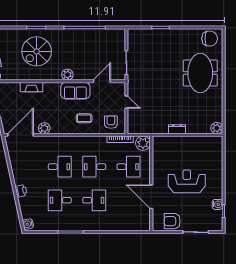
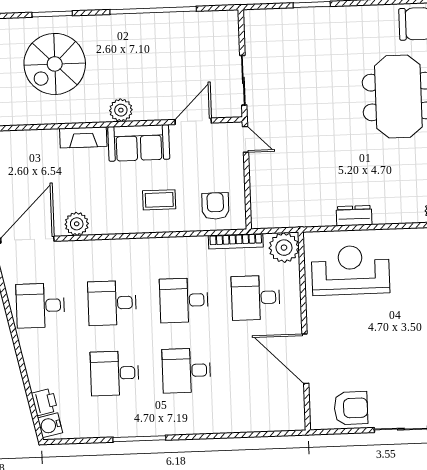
fireplace: (32, 87) -> (83, 137), moved
door: (126, 102) -> (245, 139), moved
desk: (25, 167) -> (40, 306), added
desk: (60, 167) -> (112, 303), turned 180
desk: (129, 167) -> (256, 298), turned 180
reception desk: (187, 181) -> (350, 270), moved
printer: (21, 191) -> (44, 402), moved
desk: (94, 200) -> (186, 371), turned 180
armchair: (172, 221) -> (351, 408), turned 180

